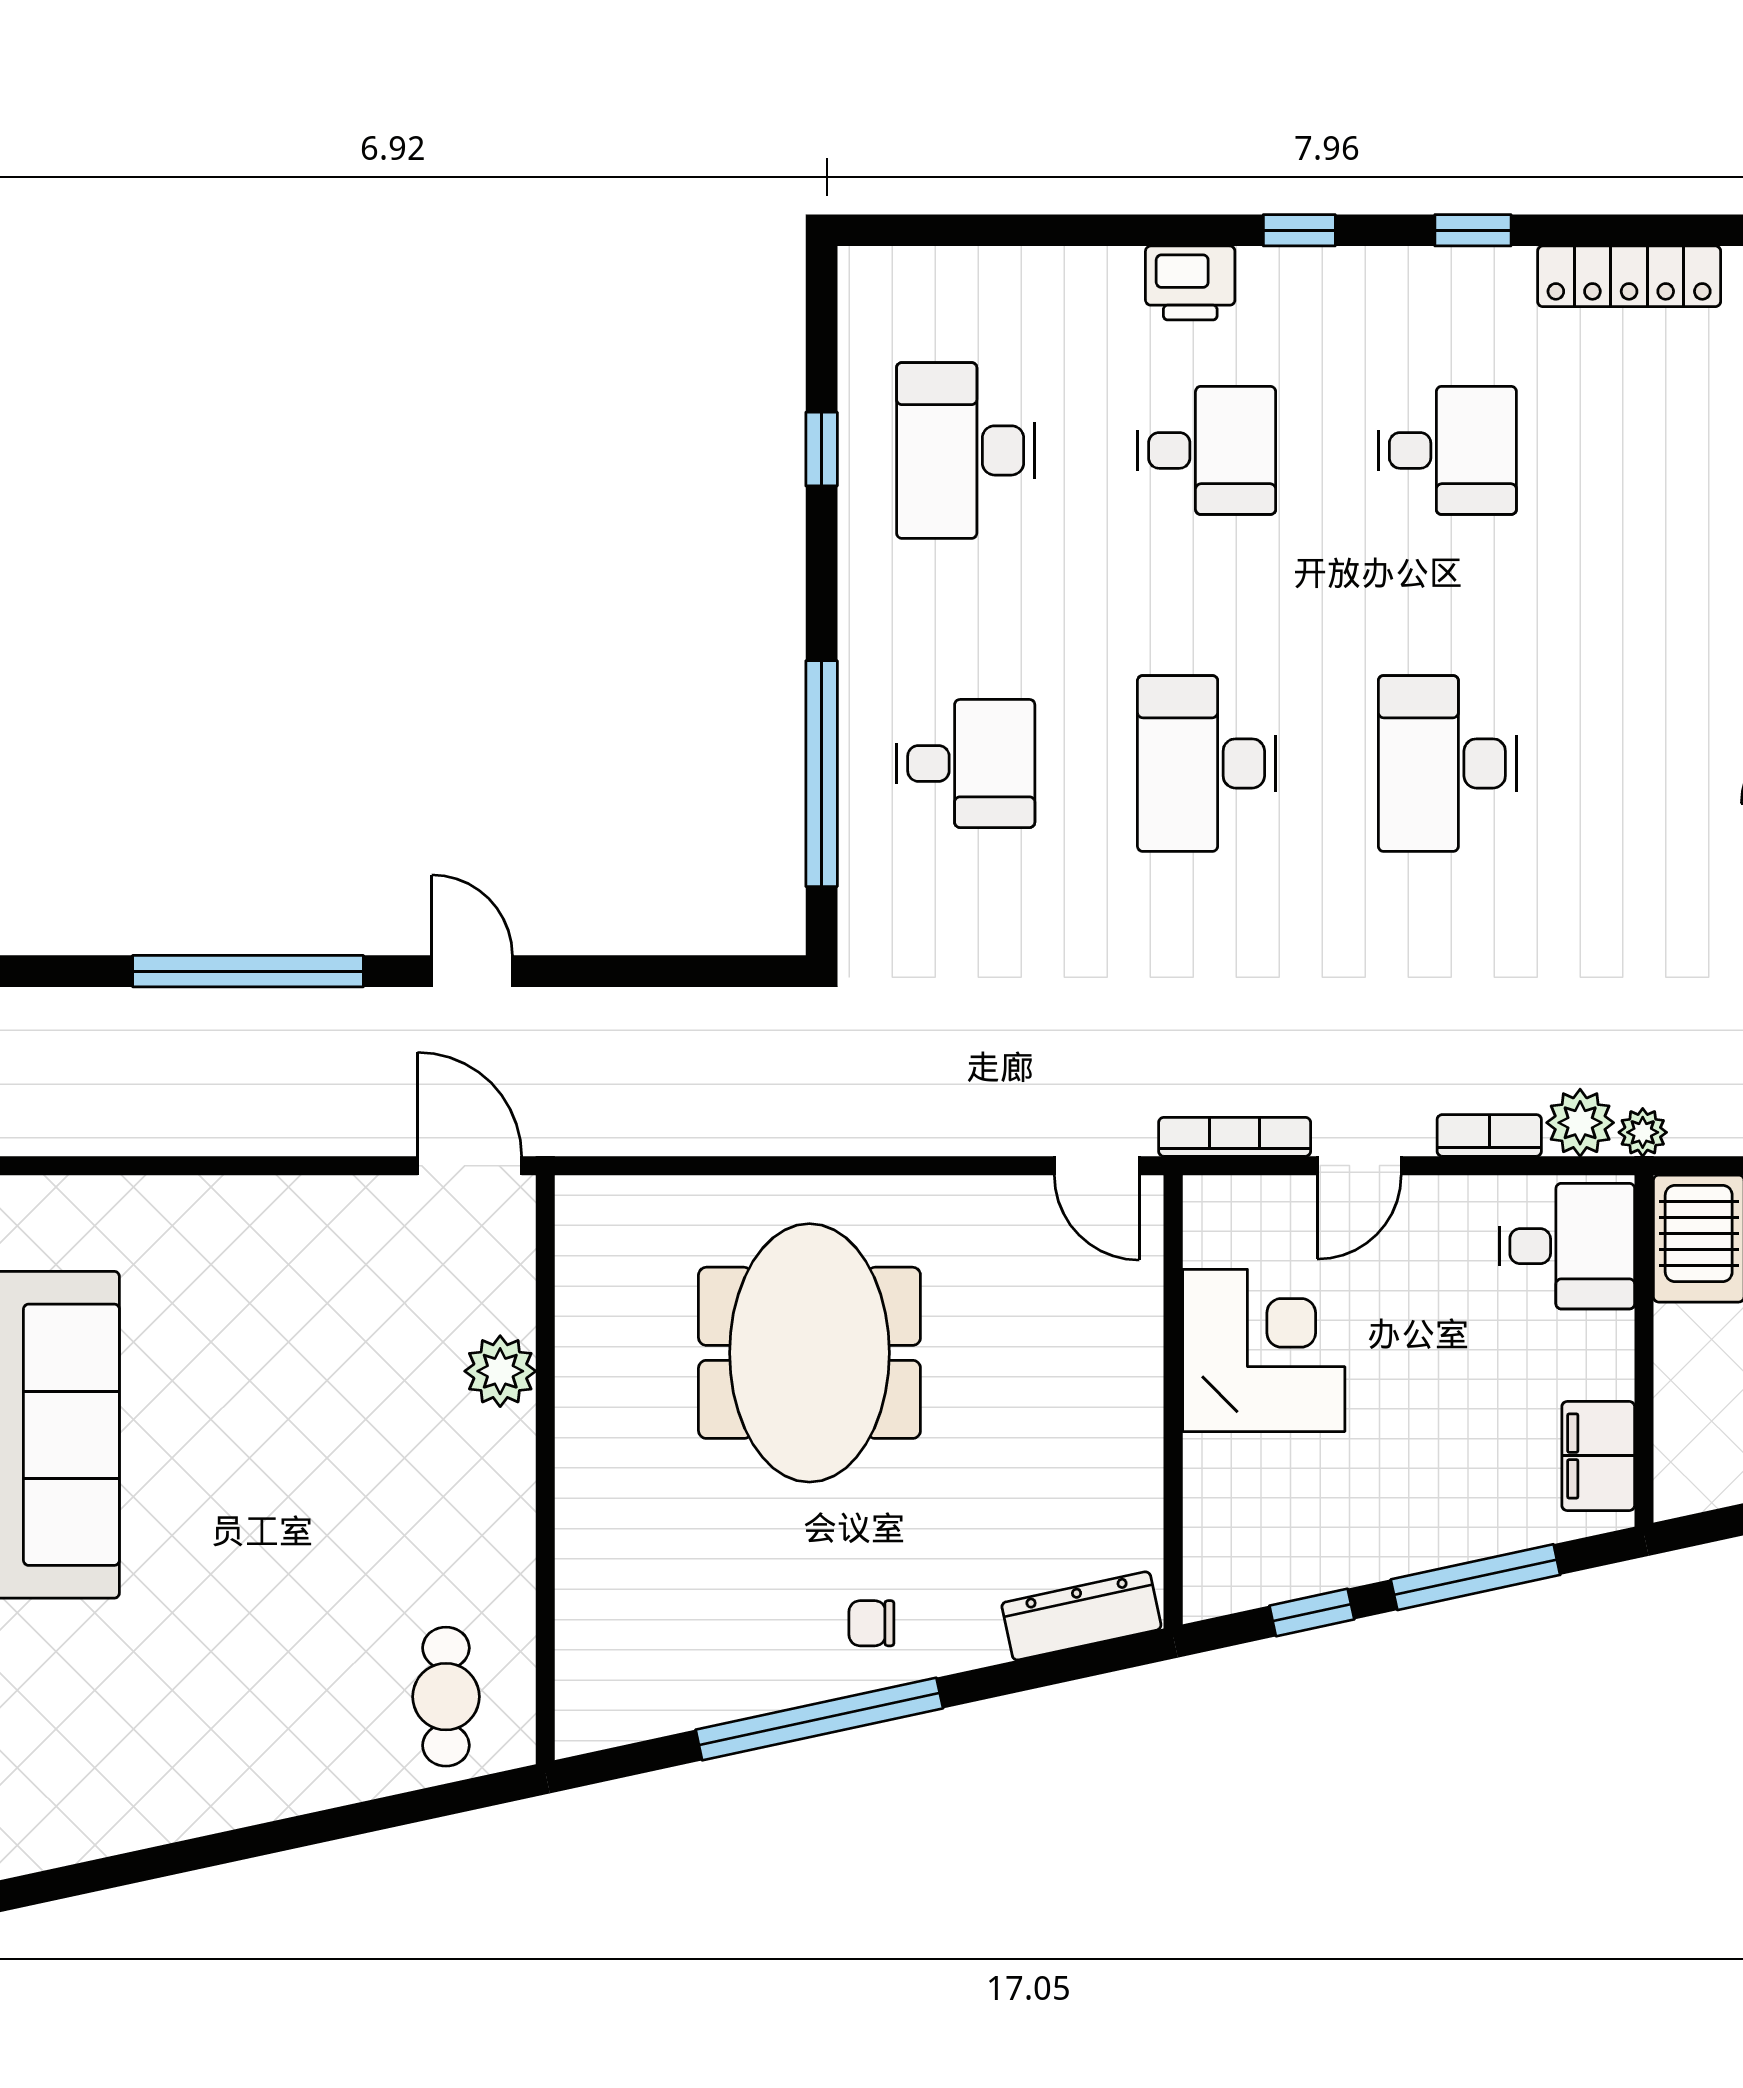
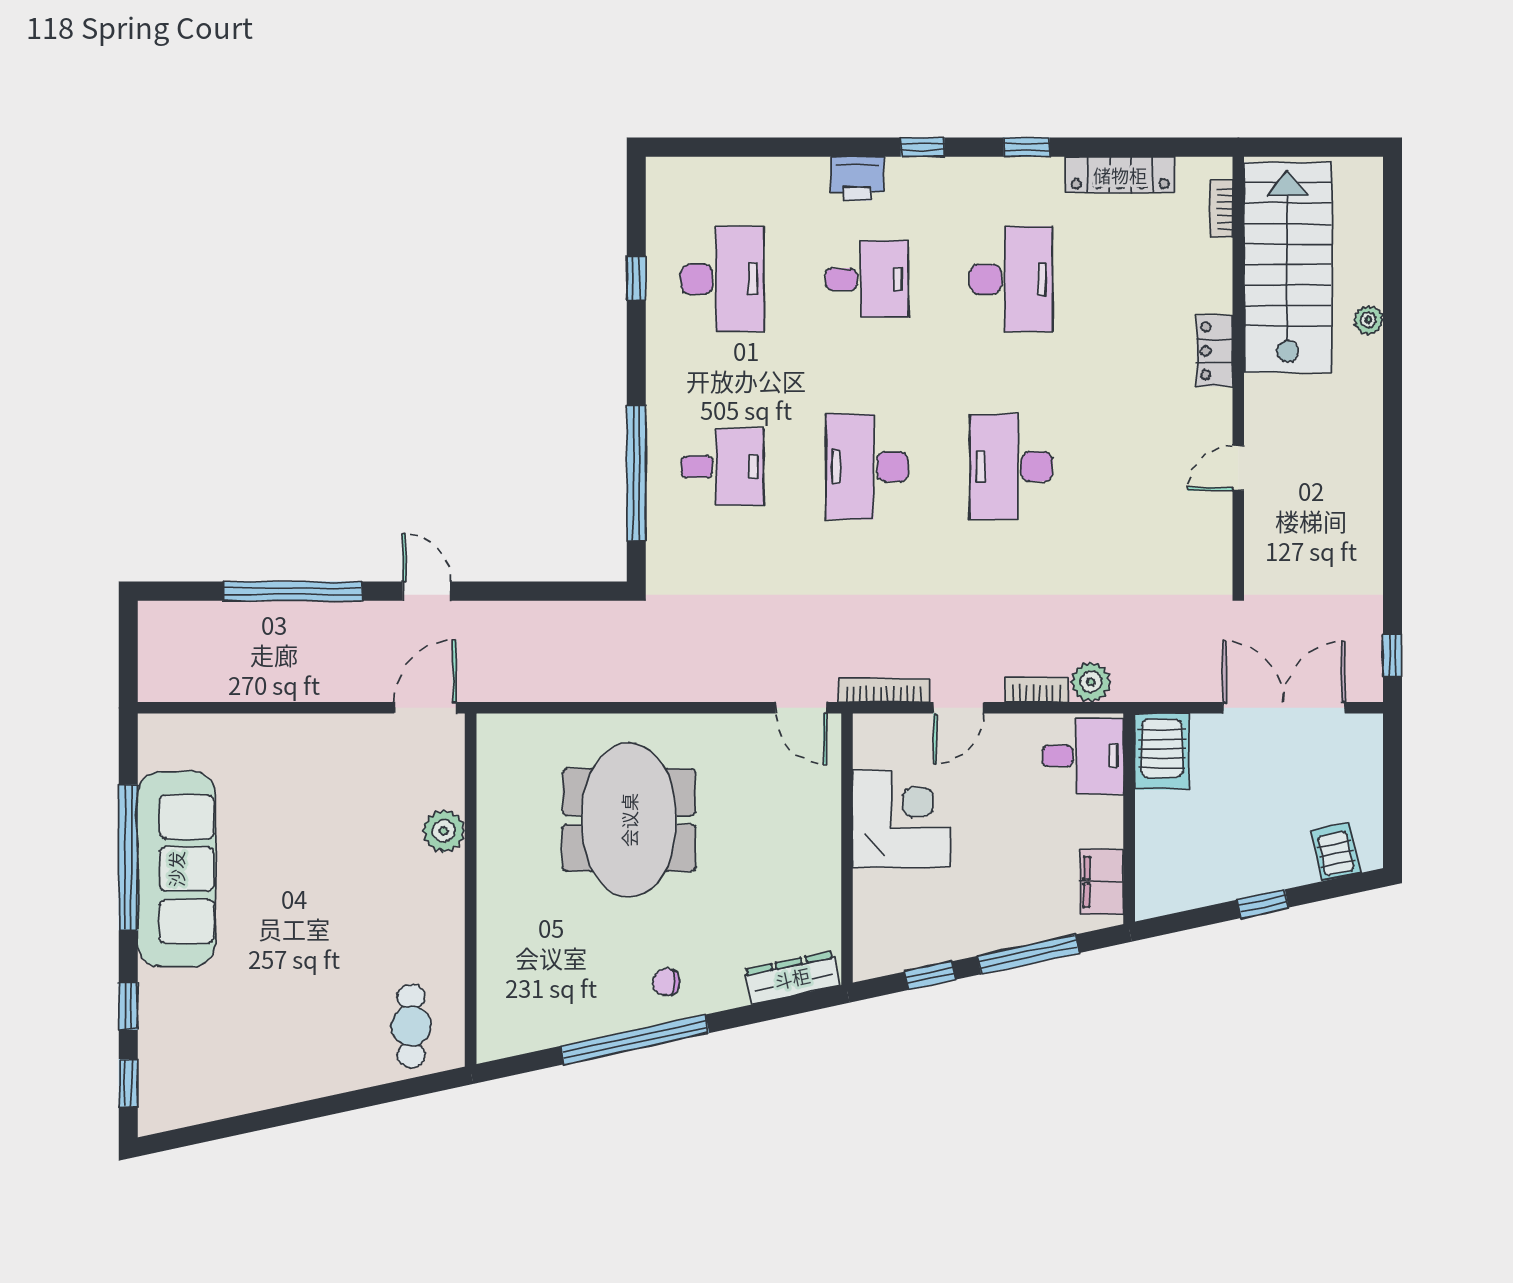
desk: (966, 450) -> (723, 279), turned 180
desk: (1447, 450) -> (1011, 279), width x1.37
plant: (1643, 1132) -> (1128, 688), removed
door: (470, 1166) -> (425, 708), hinge flipped

